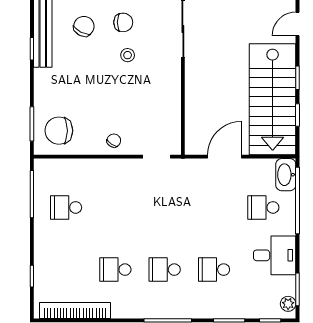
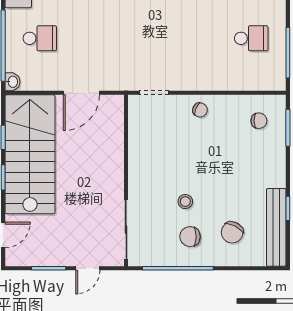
chair: (59, 131) -> (259, 121), width x0.54, depth x0.54
chair: (114, 141) -> (200, 110), turned -100
washbasin: (286, 175) -> (12, 82), width x0.52, depth x0.69

